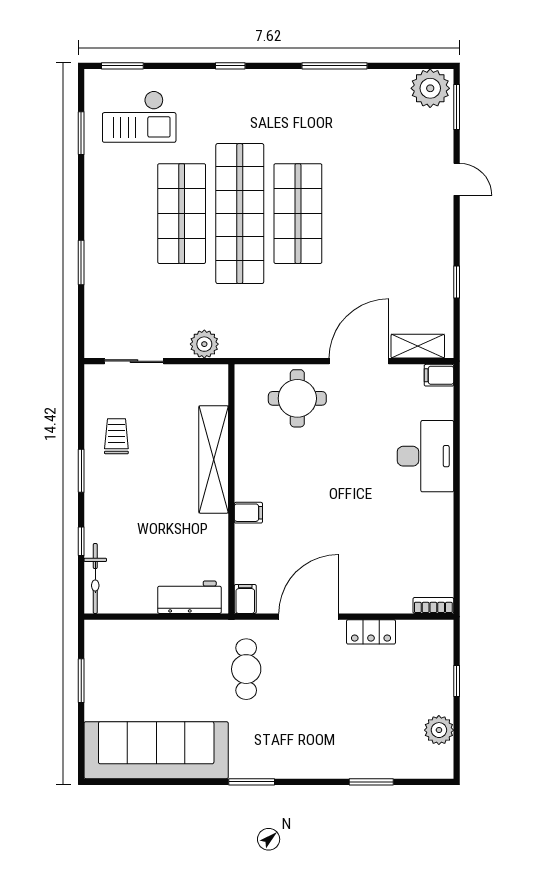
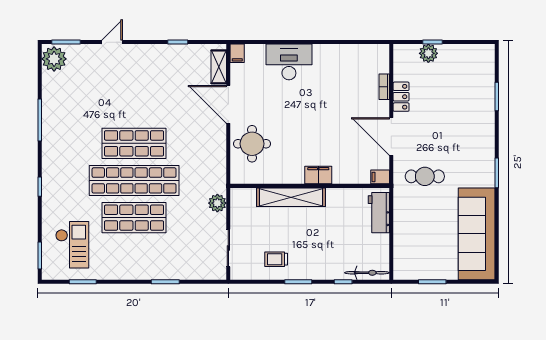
filing cabinet: (248, 513) -> (318, 175), width x2.00
bookcase: (433, 605) -> (384, 87), moved
plant: (439, 730) -> (428, 53), moved

